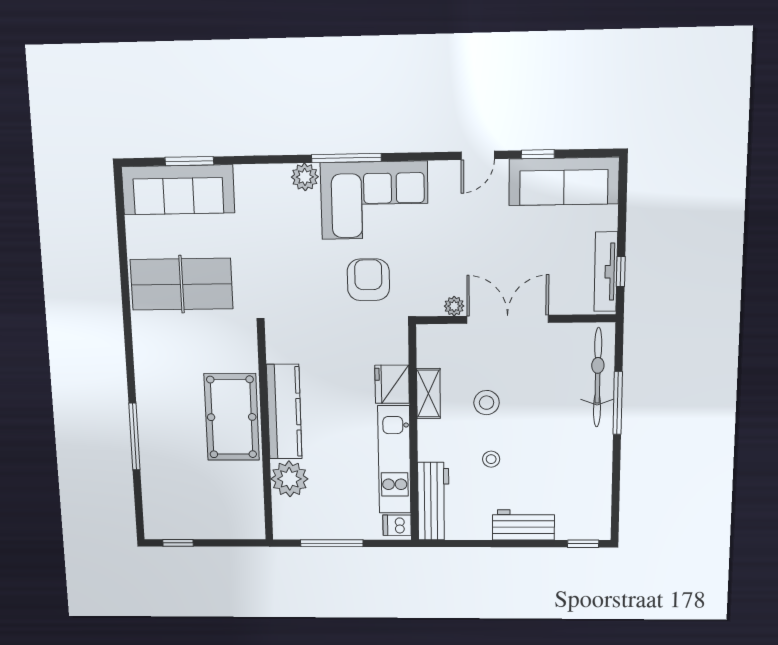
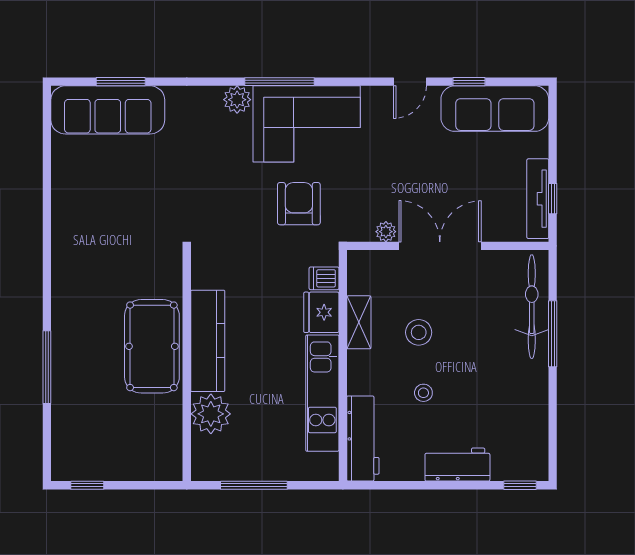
table tennis table: (182, 284) -> (106, 206), removed
dishwasher: (397, 525) -> (324, 278), moved

